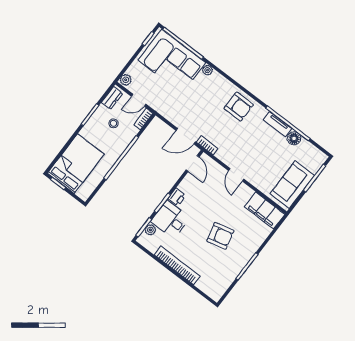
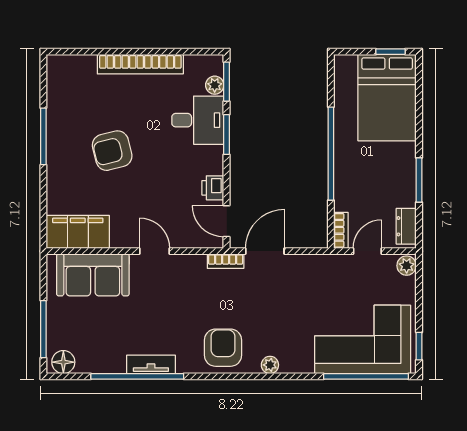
plant: (207, 70) -> (270, 365), moved
armchair: (239, 107) -> (223, 348), turned 90
stool: (114, 123) -> (378, 193), removed
floor lamp: (294, 138) -> (63, 362), moved
sofa: (292, 185) -> (93, 275), moved, turned 90
printer: (177, 197) -> (213, 188), moved

